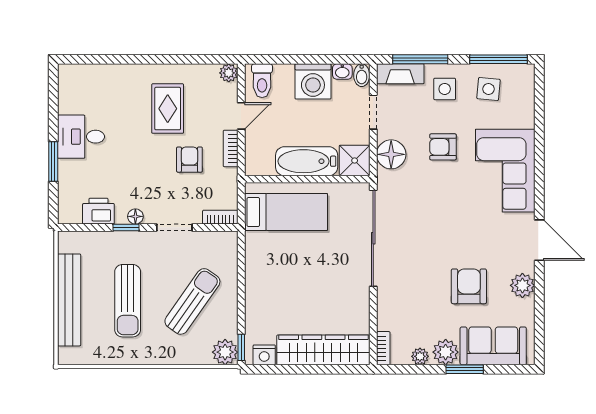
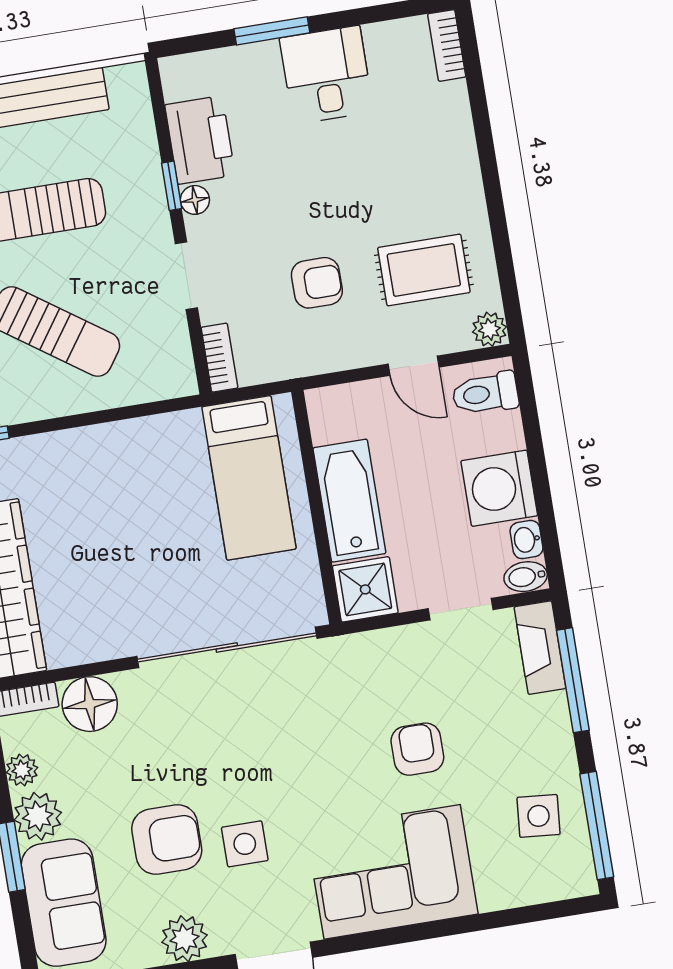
side table: (445, 89) -> (245, 844), moved
rug: (168, 109) -> (424, 270), moved
bookcase: (231, 148) -> (447, 45), moved, turned -90
floor lamp: (391, 154) -> (90, 704), moved
printer: (98, 211) -> (200, 140), width x1.37, depth x1.19

